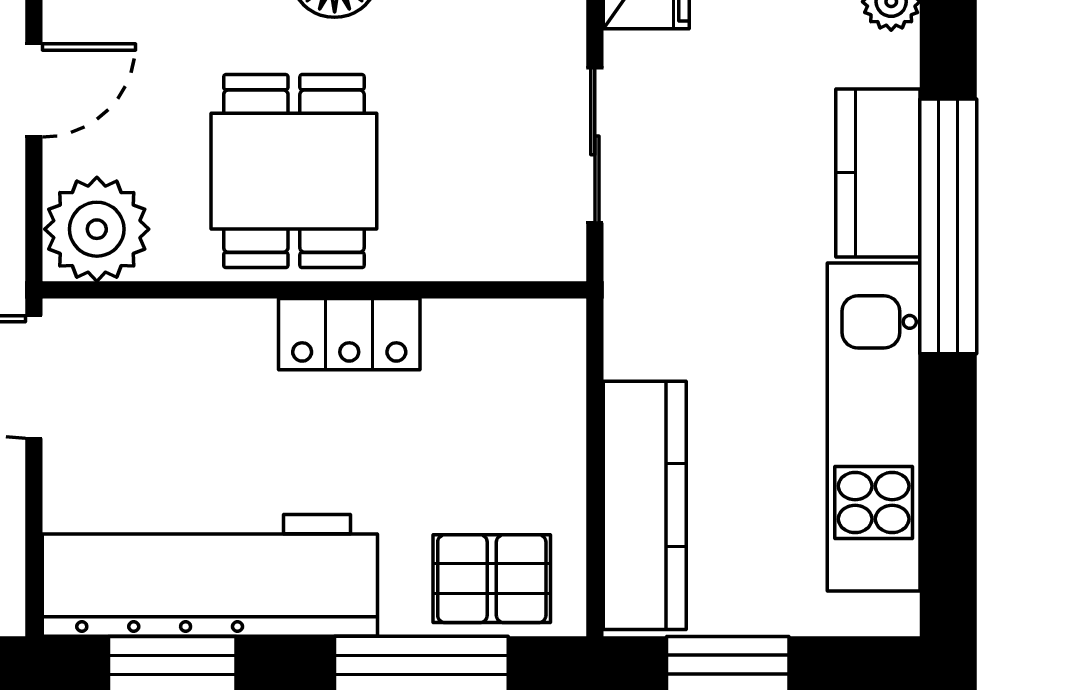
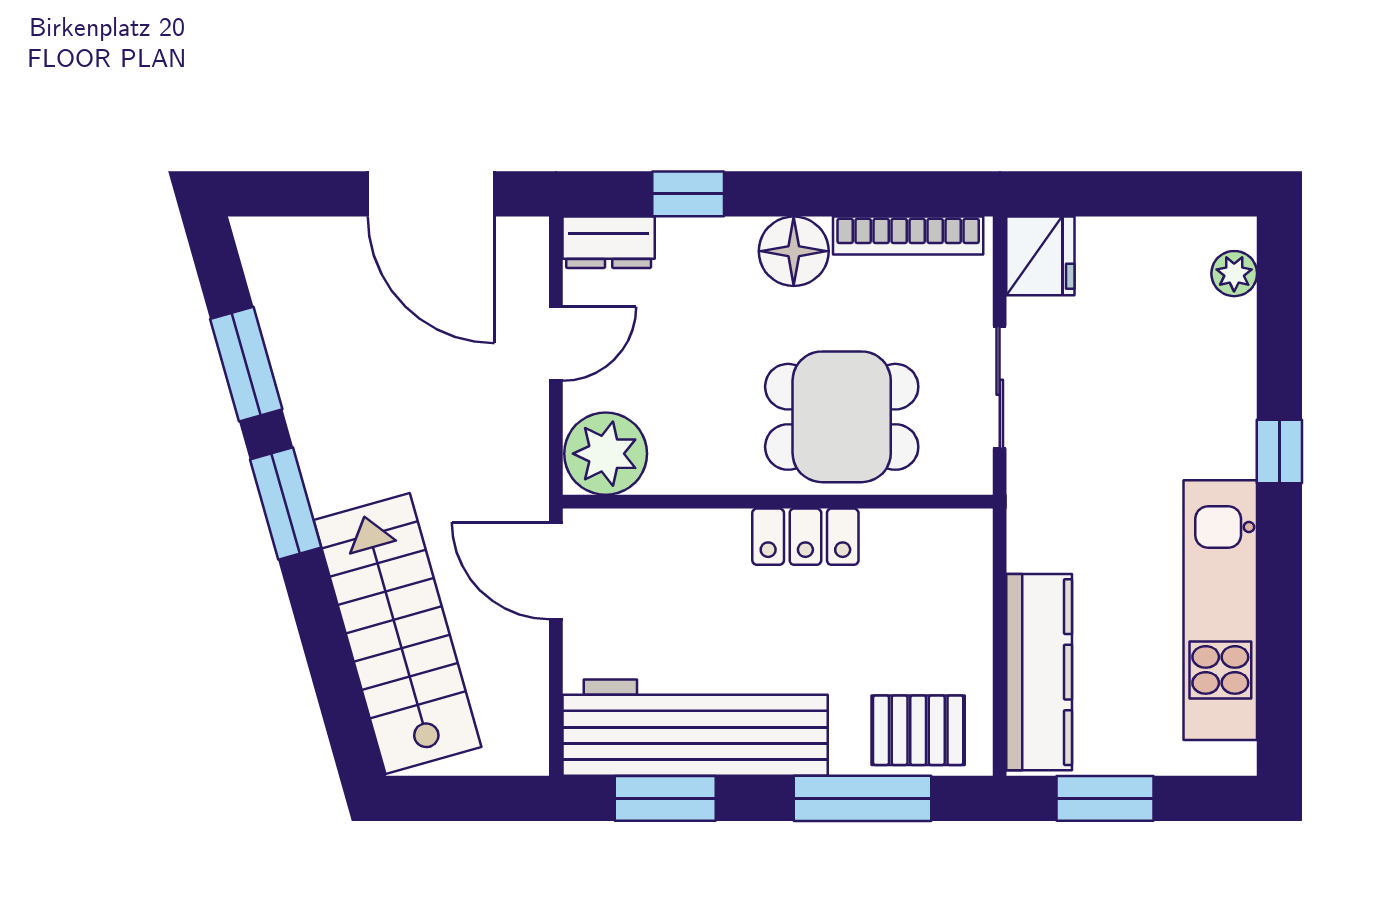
dining table: (294, 171) -> (842, 417), moved, turned 90
kitchen counter: (878, 173) -> (1224, 409), removed
window: (948, 226) -> (1279, 451), width x0.32

